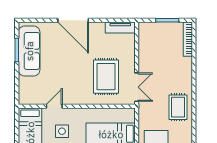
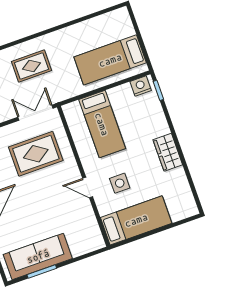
door: (54, 106) -> (88, 187), moved
rug: (178, 107) -> (32, 66), moved

